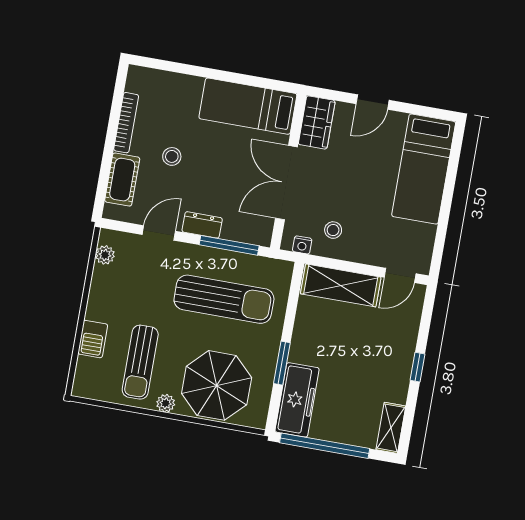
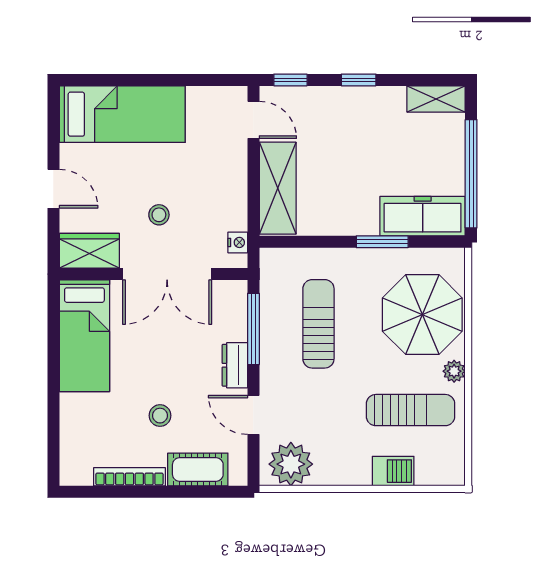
stool: (333, 230) -> (159, 215), moved
plant: (105, 255) -> (291, 464), width x1.87, depth x1.87
sun lounger: (224, 299) -> (318, 324), width x0.73, depth x0.75
window: (427, 311) -> (290, 80), added

